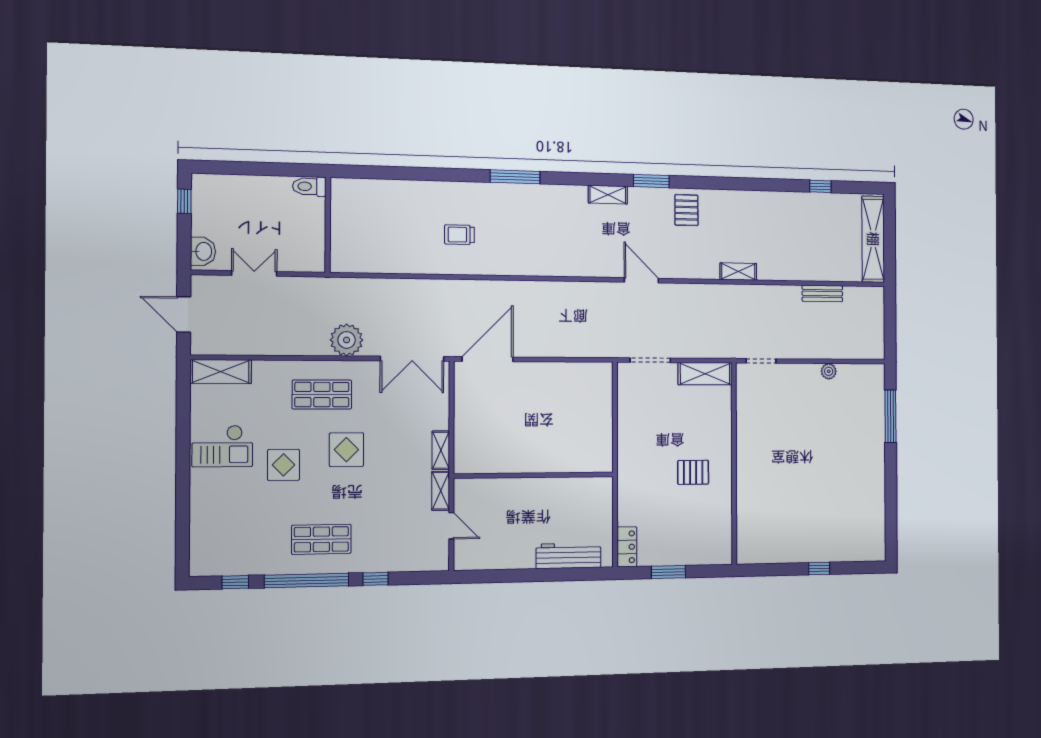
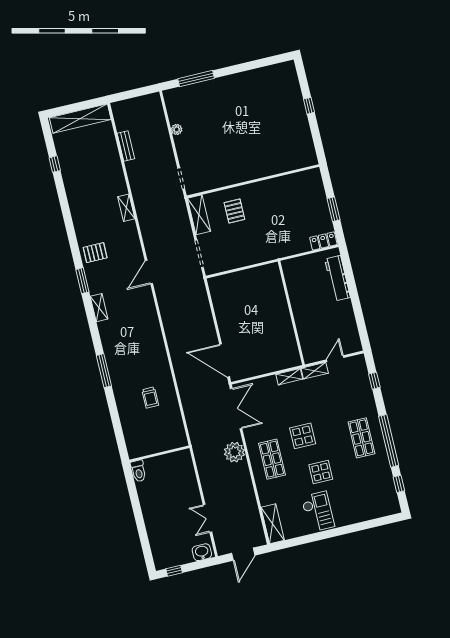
toilet: (309, 186) -> (138, 471), moved
wall: (328, 225) -> (159, 454), moved
pallet: (693, 472) -> (234, 211), moved
window: (376, 579) -> (374, 381), moved

